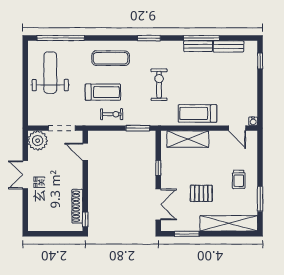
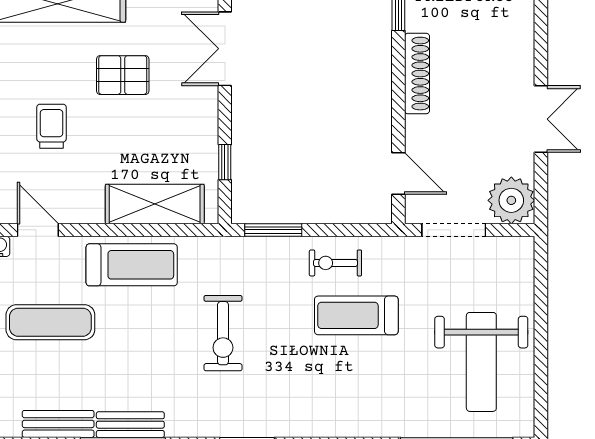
exercise mat: (111, 58) -> (50, 322), moved
window: (158, 168) -> (225, 162), moved
trolley: (239, 179) -> (51, 126), moved
shoe rack: (77, 206) -> (417, 74), moved

